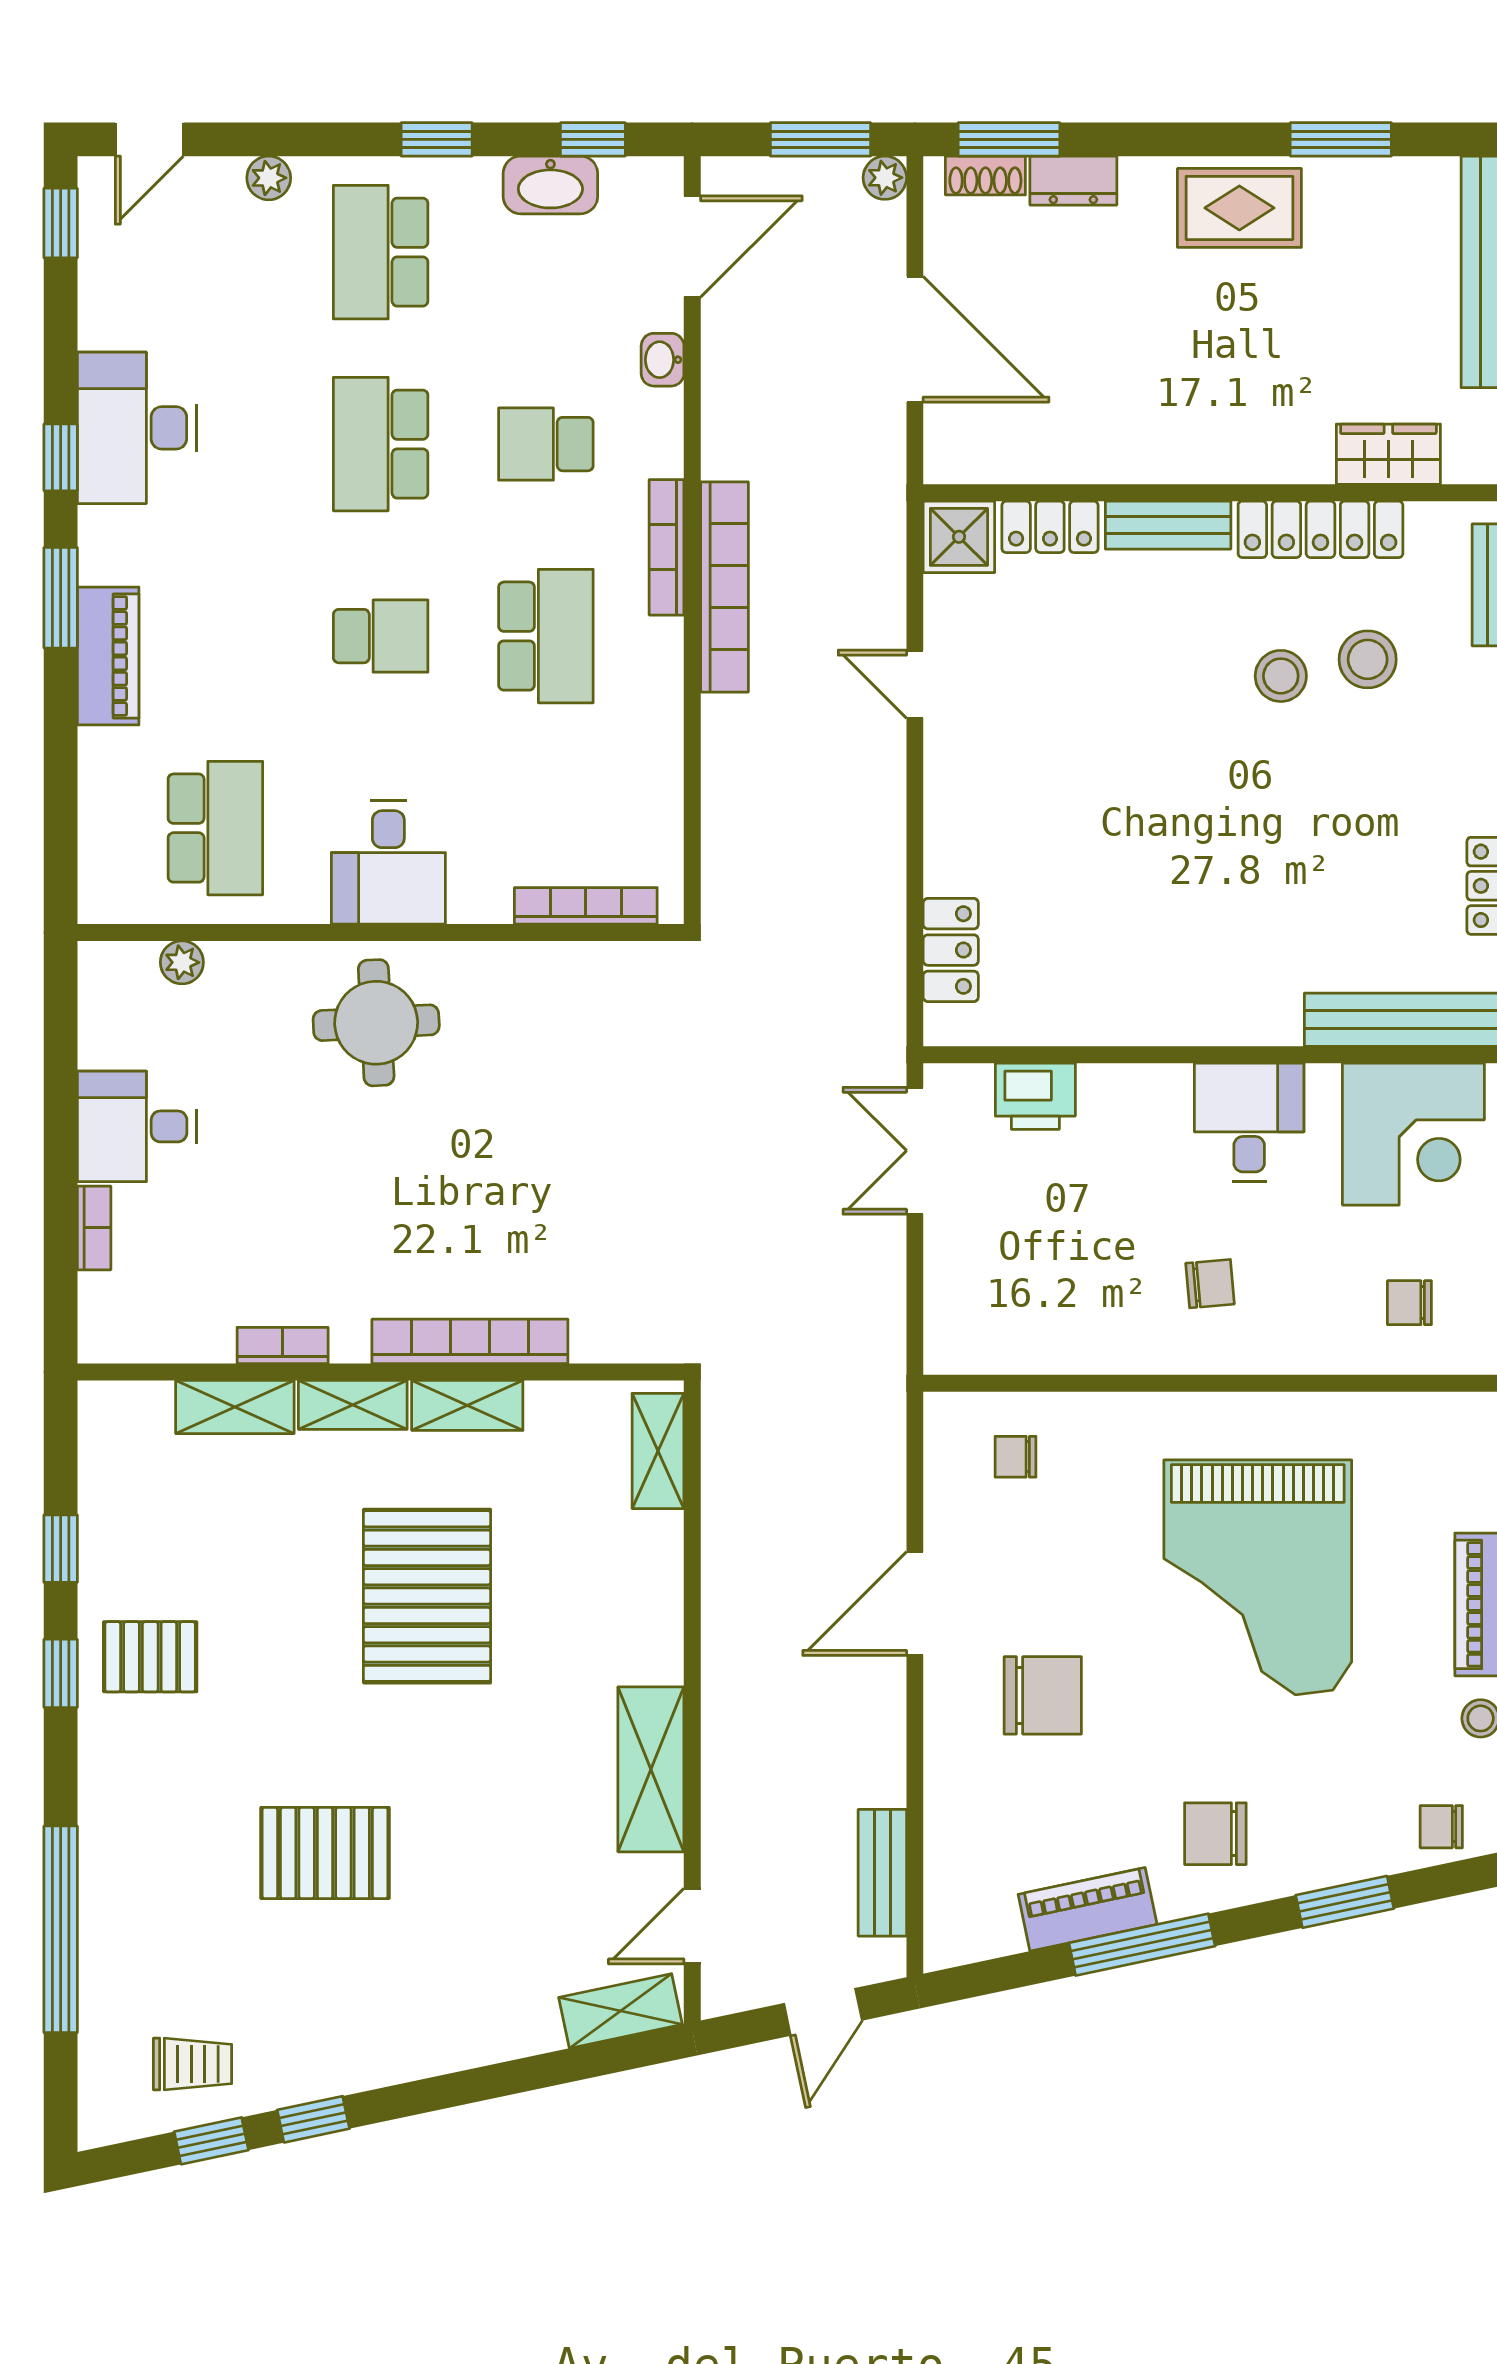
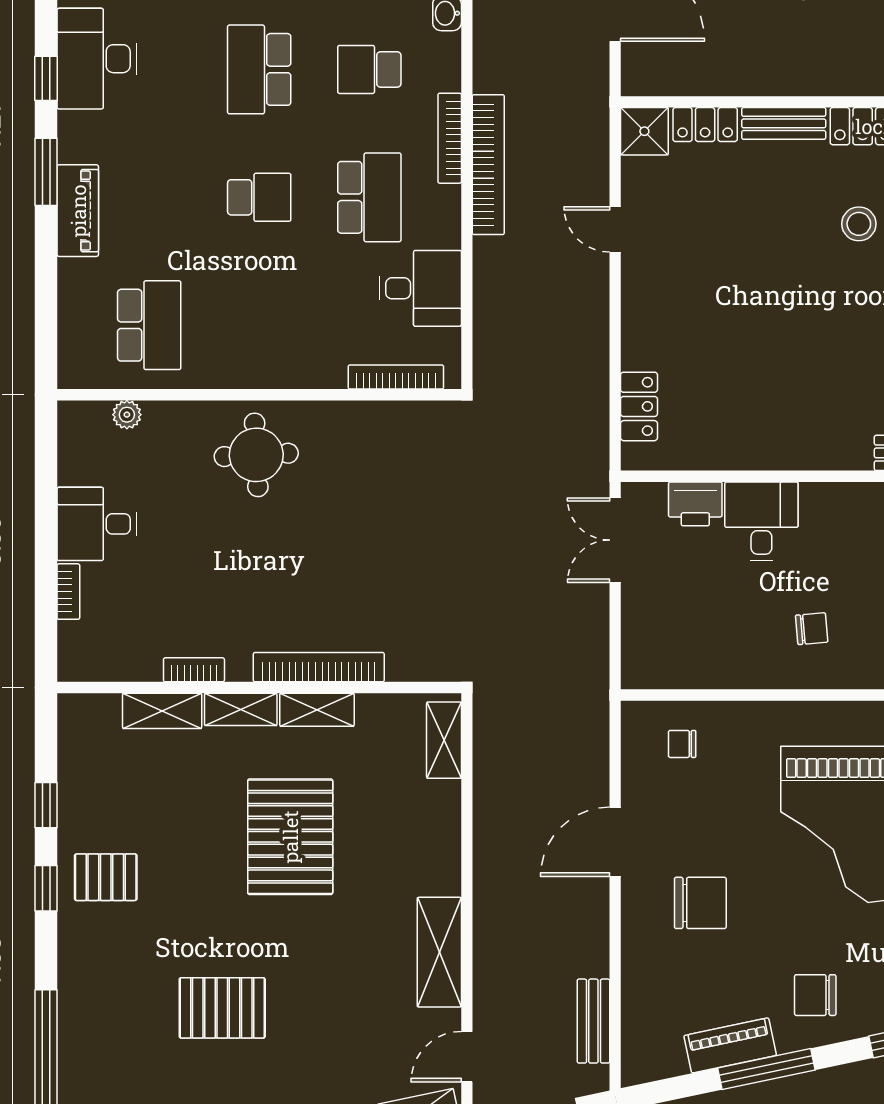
desk: (388, 862) -> (420, 288), moved, turned -90
desk: (1249, 1122) -> (761, 521), moved

